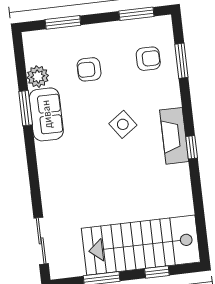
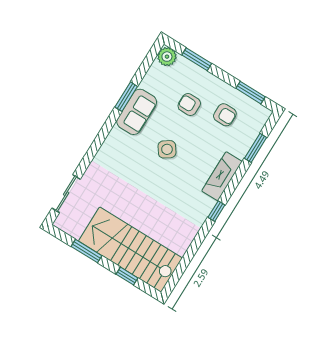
armchair: (148, 59) -> (225, 115), moved
plant: (38, 77) -> (167, 57), moved
side table: (123, 124) -> (167, 149), moved
fireplace: (174, 136) -> (222, 176), moved

